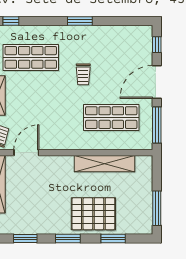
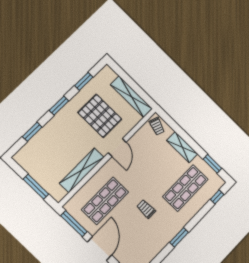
door: (26, 153) -> (117, 147), moved
window: (157, 208) -> (36, 187), moved
pallet: (93, 214) -> (100, 116), moved, turned 90

